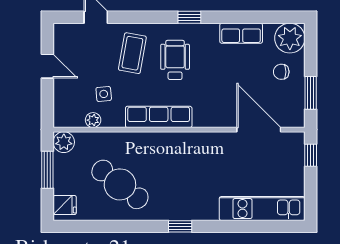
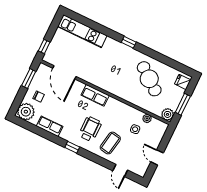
wheelchair: (175, 60) -> (90, 129), turned 180
row of seats: (159, 117) -> (95, 95), moved, width x0.68

